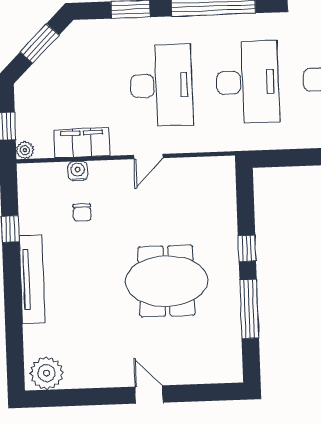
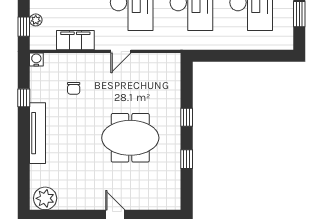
plant: (25, 150) -> (36, 20), moved
water cooler: (78, 171) -> (36, 59), moved
window: (249, 309) -> (187, 159), width x0.46

